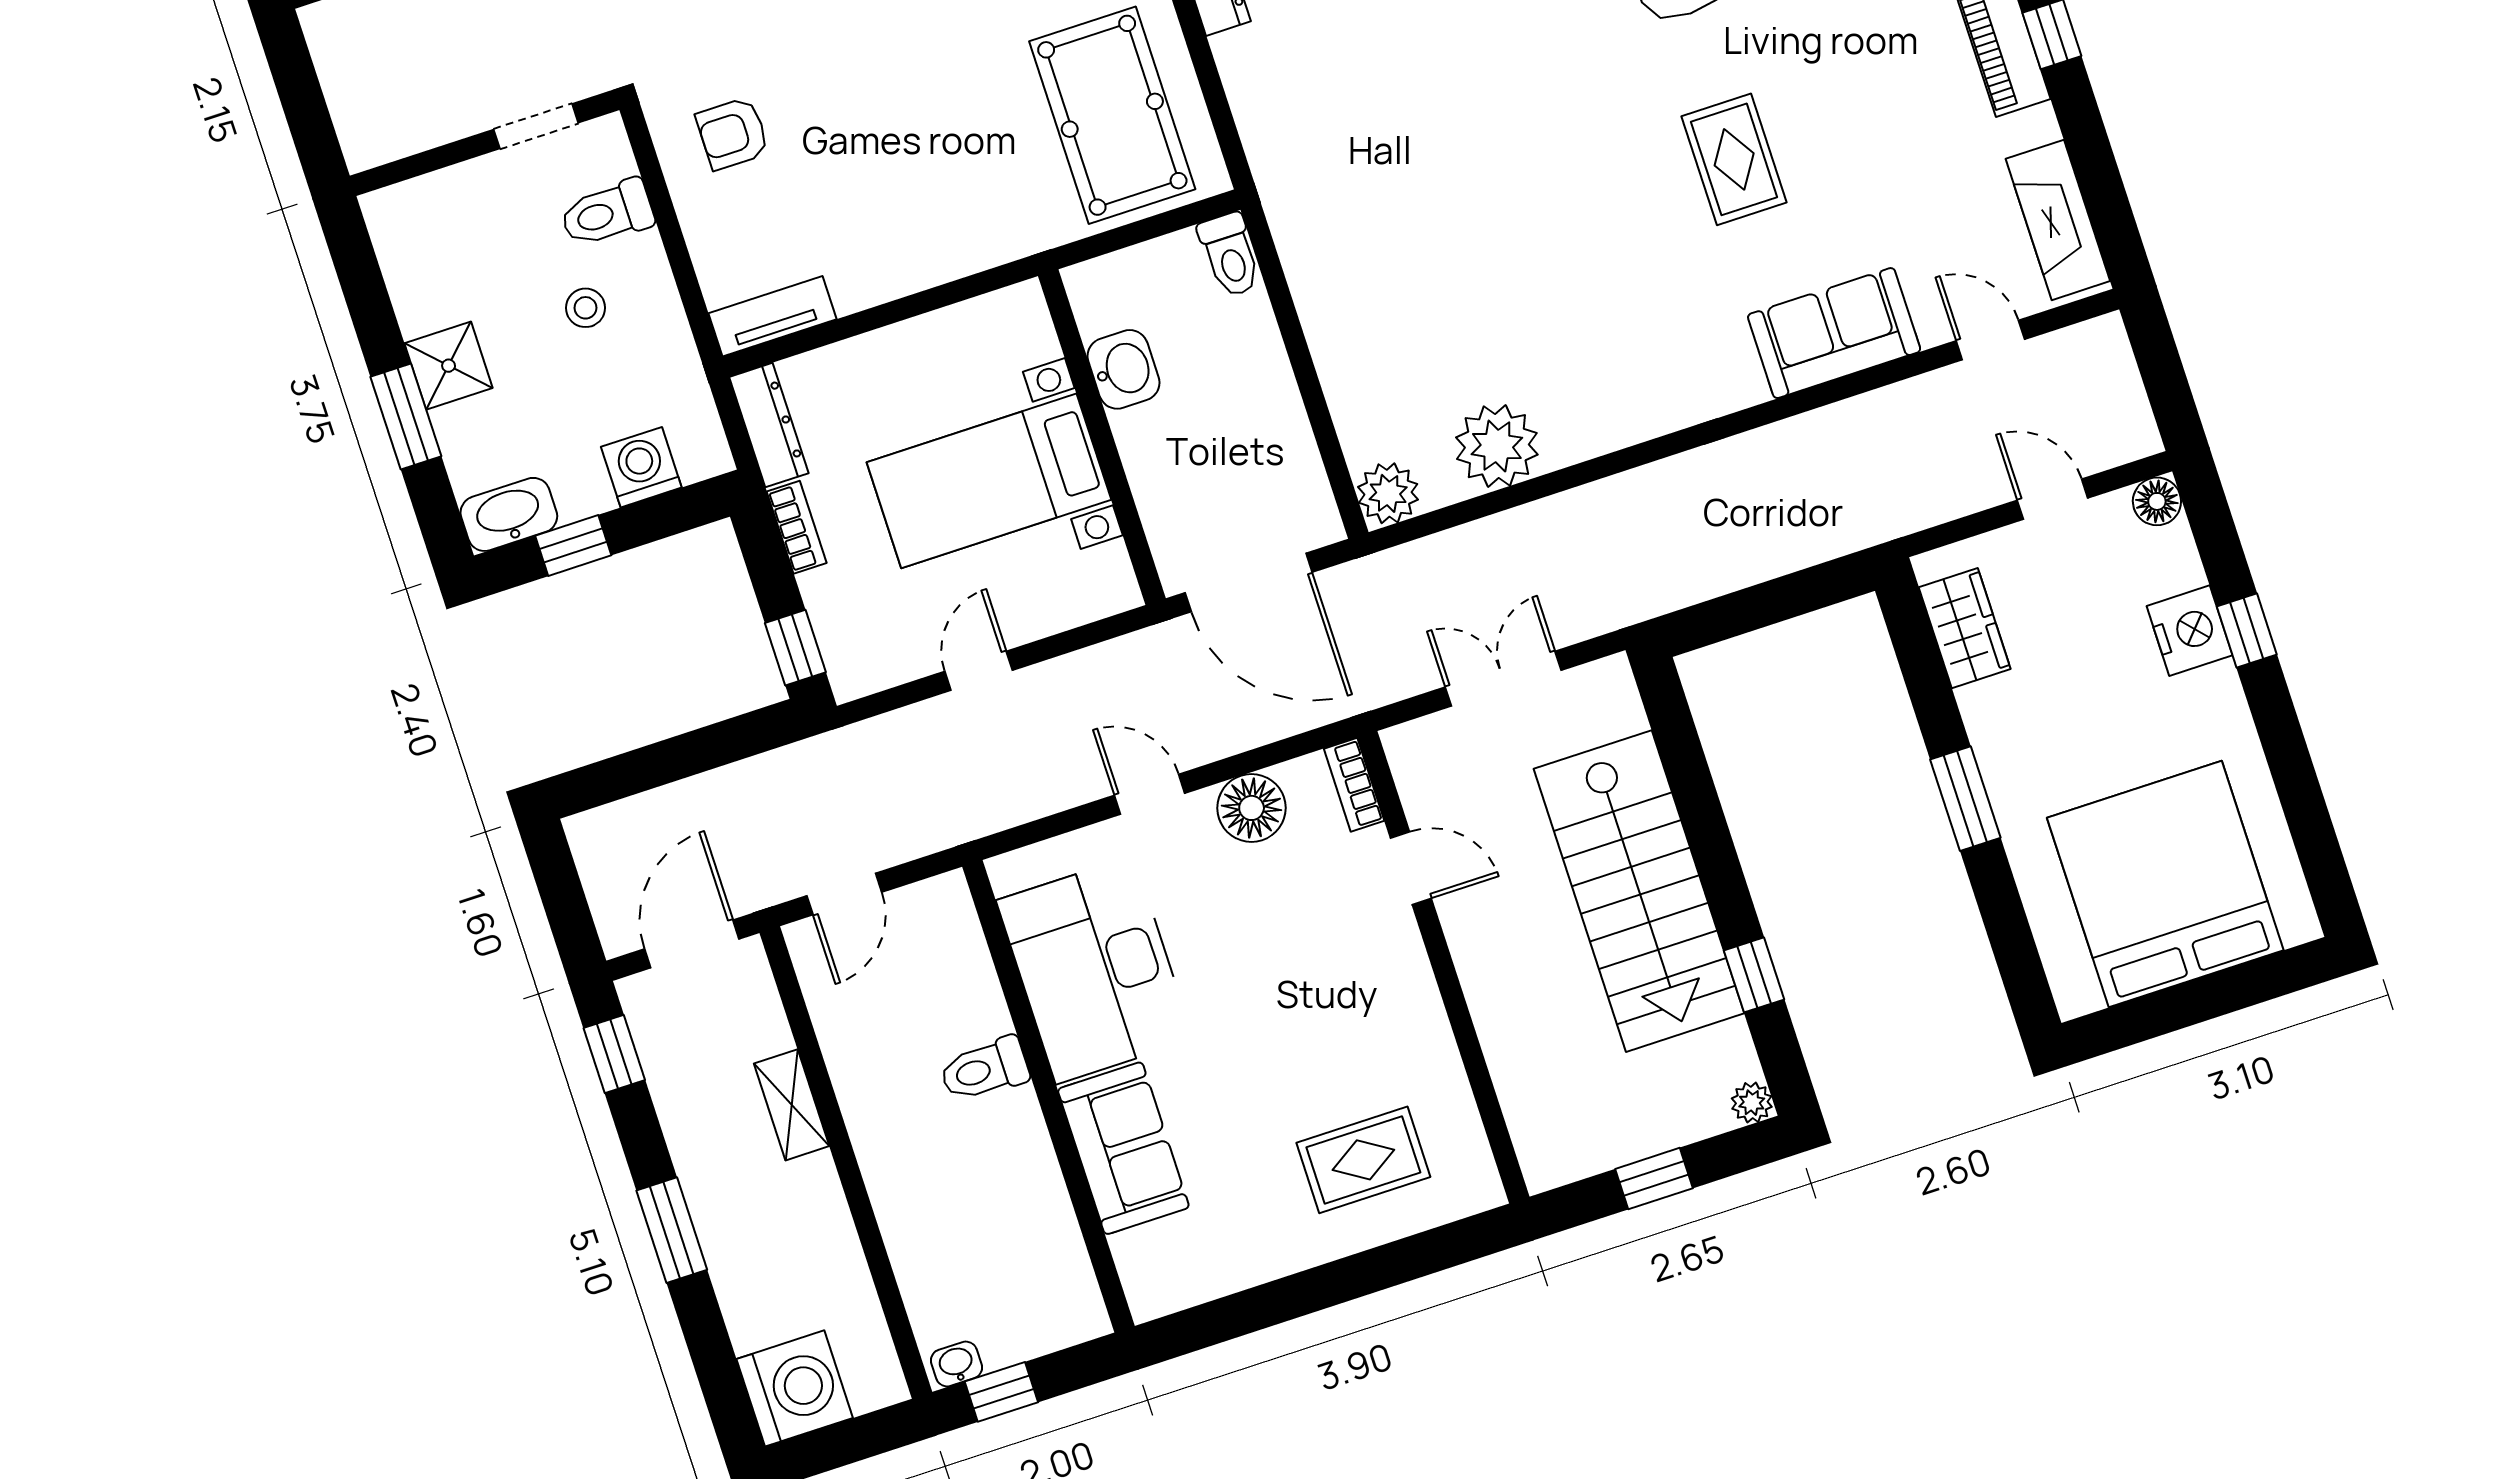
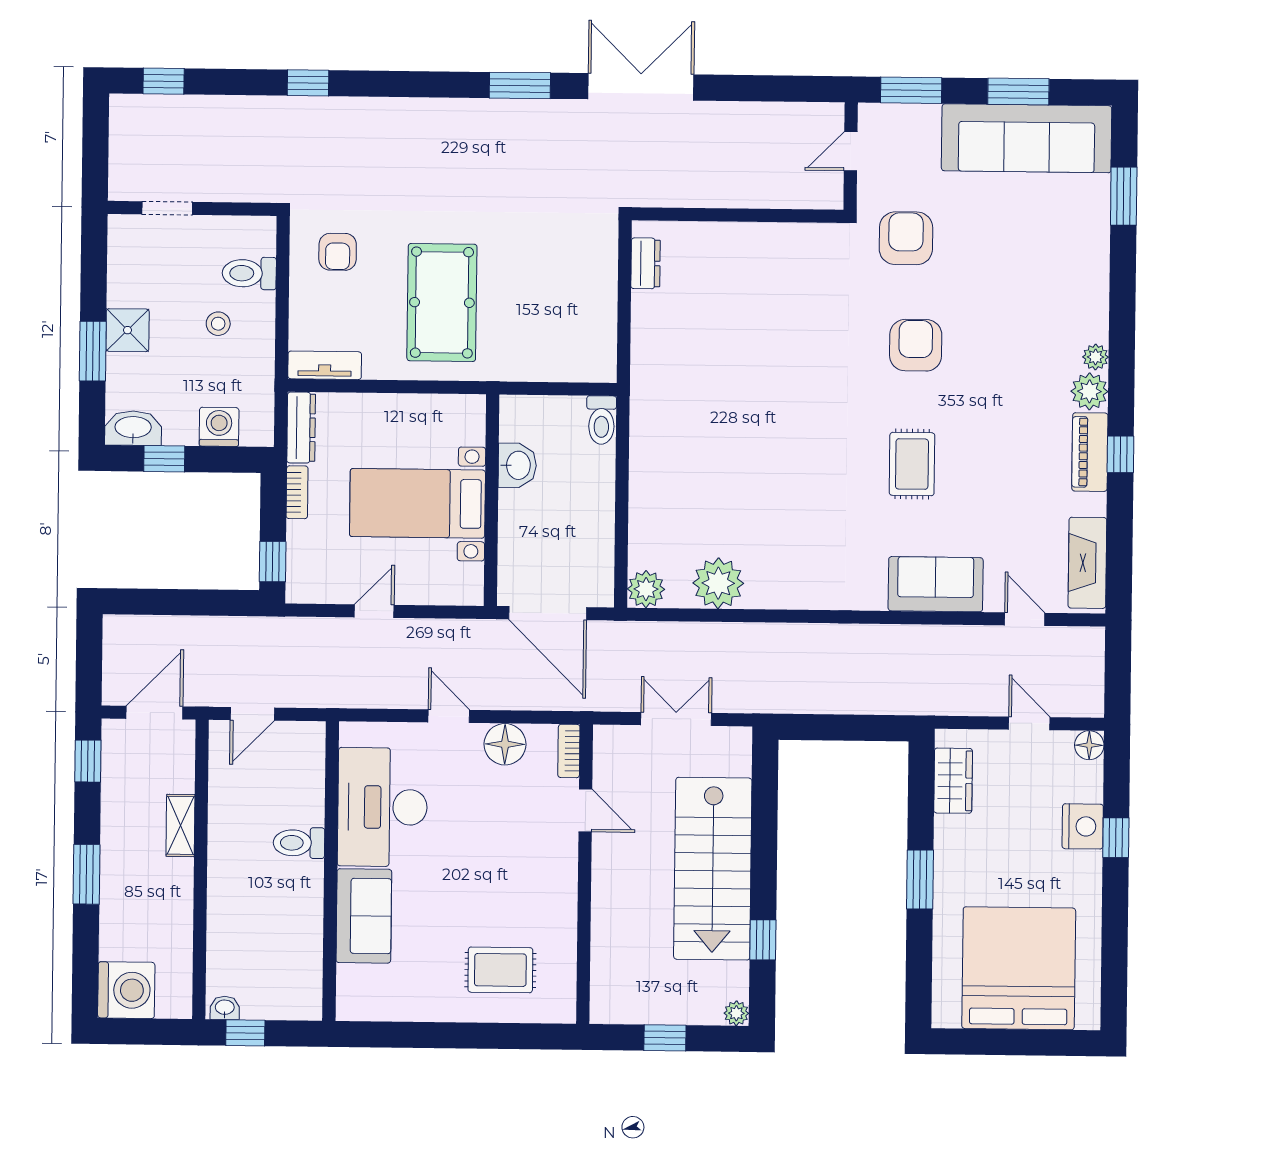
pool table: (1112, 115) -> (442, 302), moved
doorway: (536, 126) -> (167, 208), moved
armchair: (733, 133) -> (338, 252), turned -90

